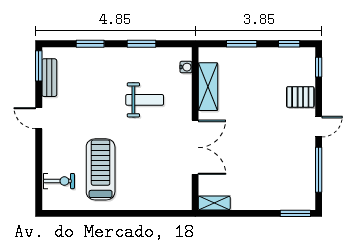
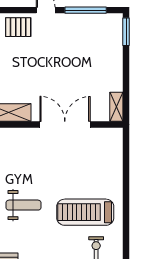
pallet: (300, 97) -> (18, 27), turned 90
weight bench: (145, 100) -> (24, 205), moved, turned 90

